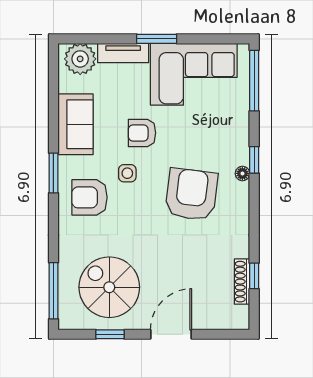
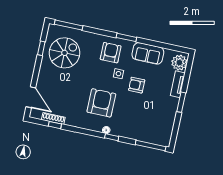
corner sofa: (194, 74) -> (160, 117), removed
armchair: (142, 133) -> (137, 85), turned -90
armchair: (191, 194) -> (101, 103), turned -97
door: (171, 334) -> (31, 97), moved

